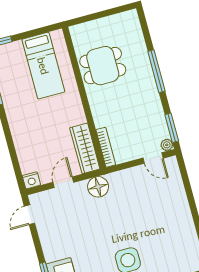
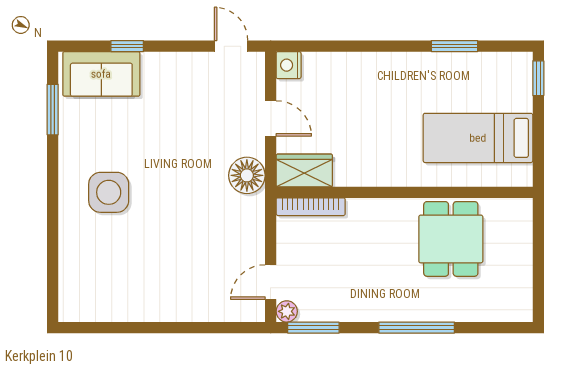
wardrobe: (85, 148) -> (304, 170), width x0.67

